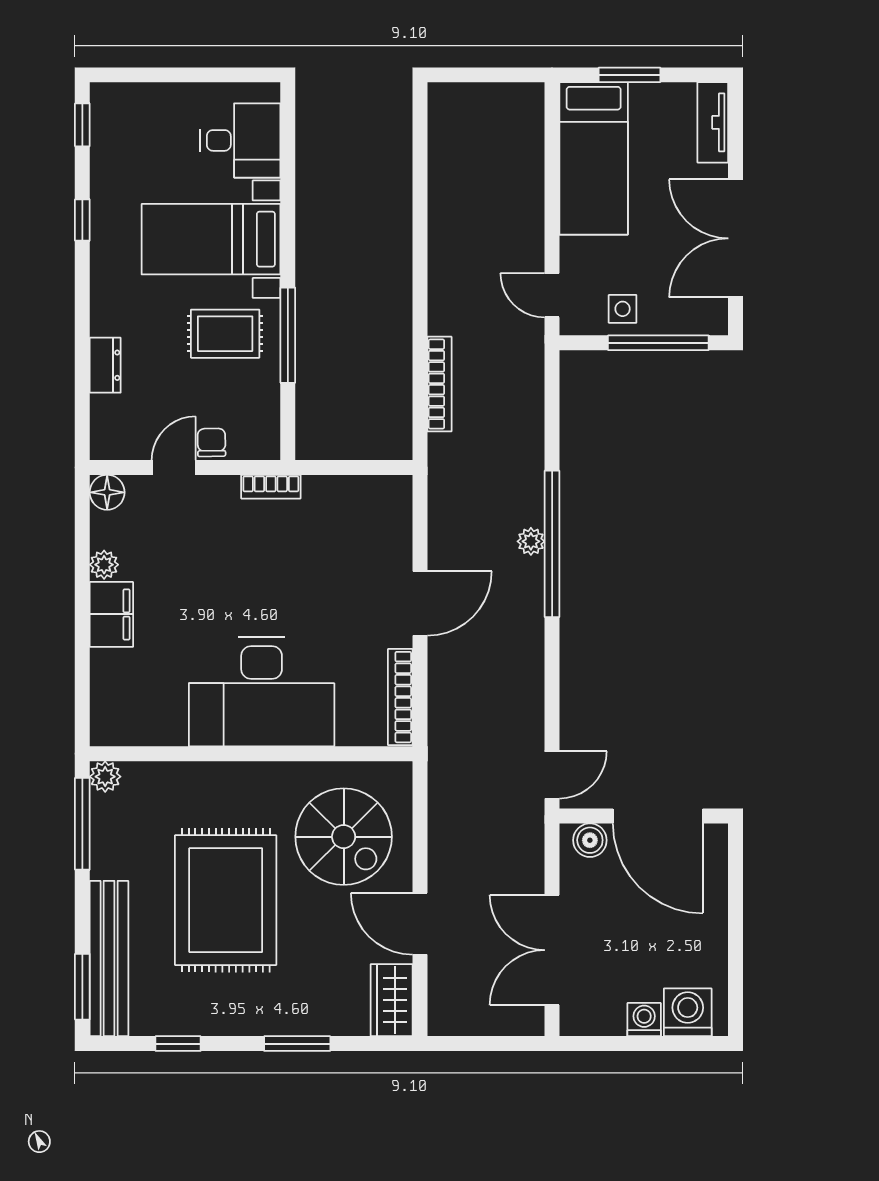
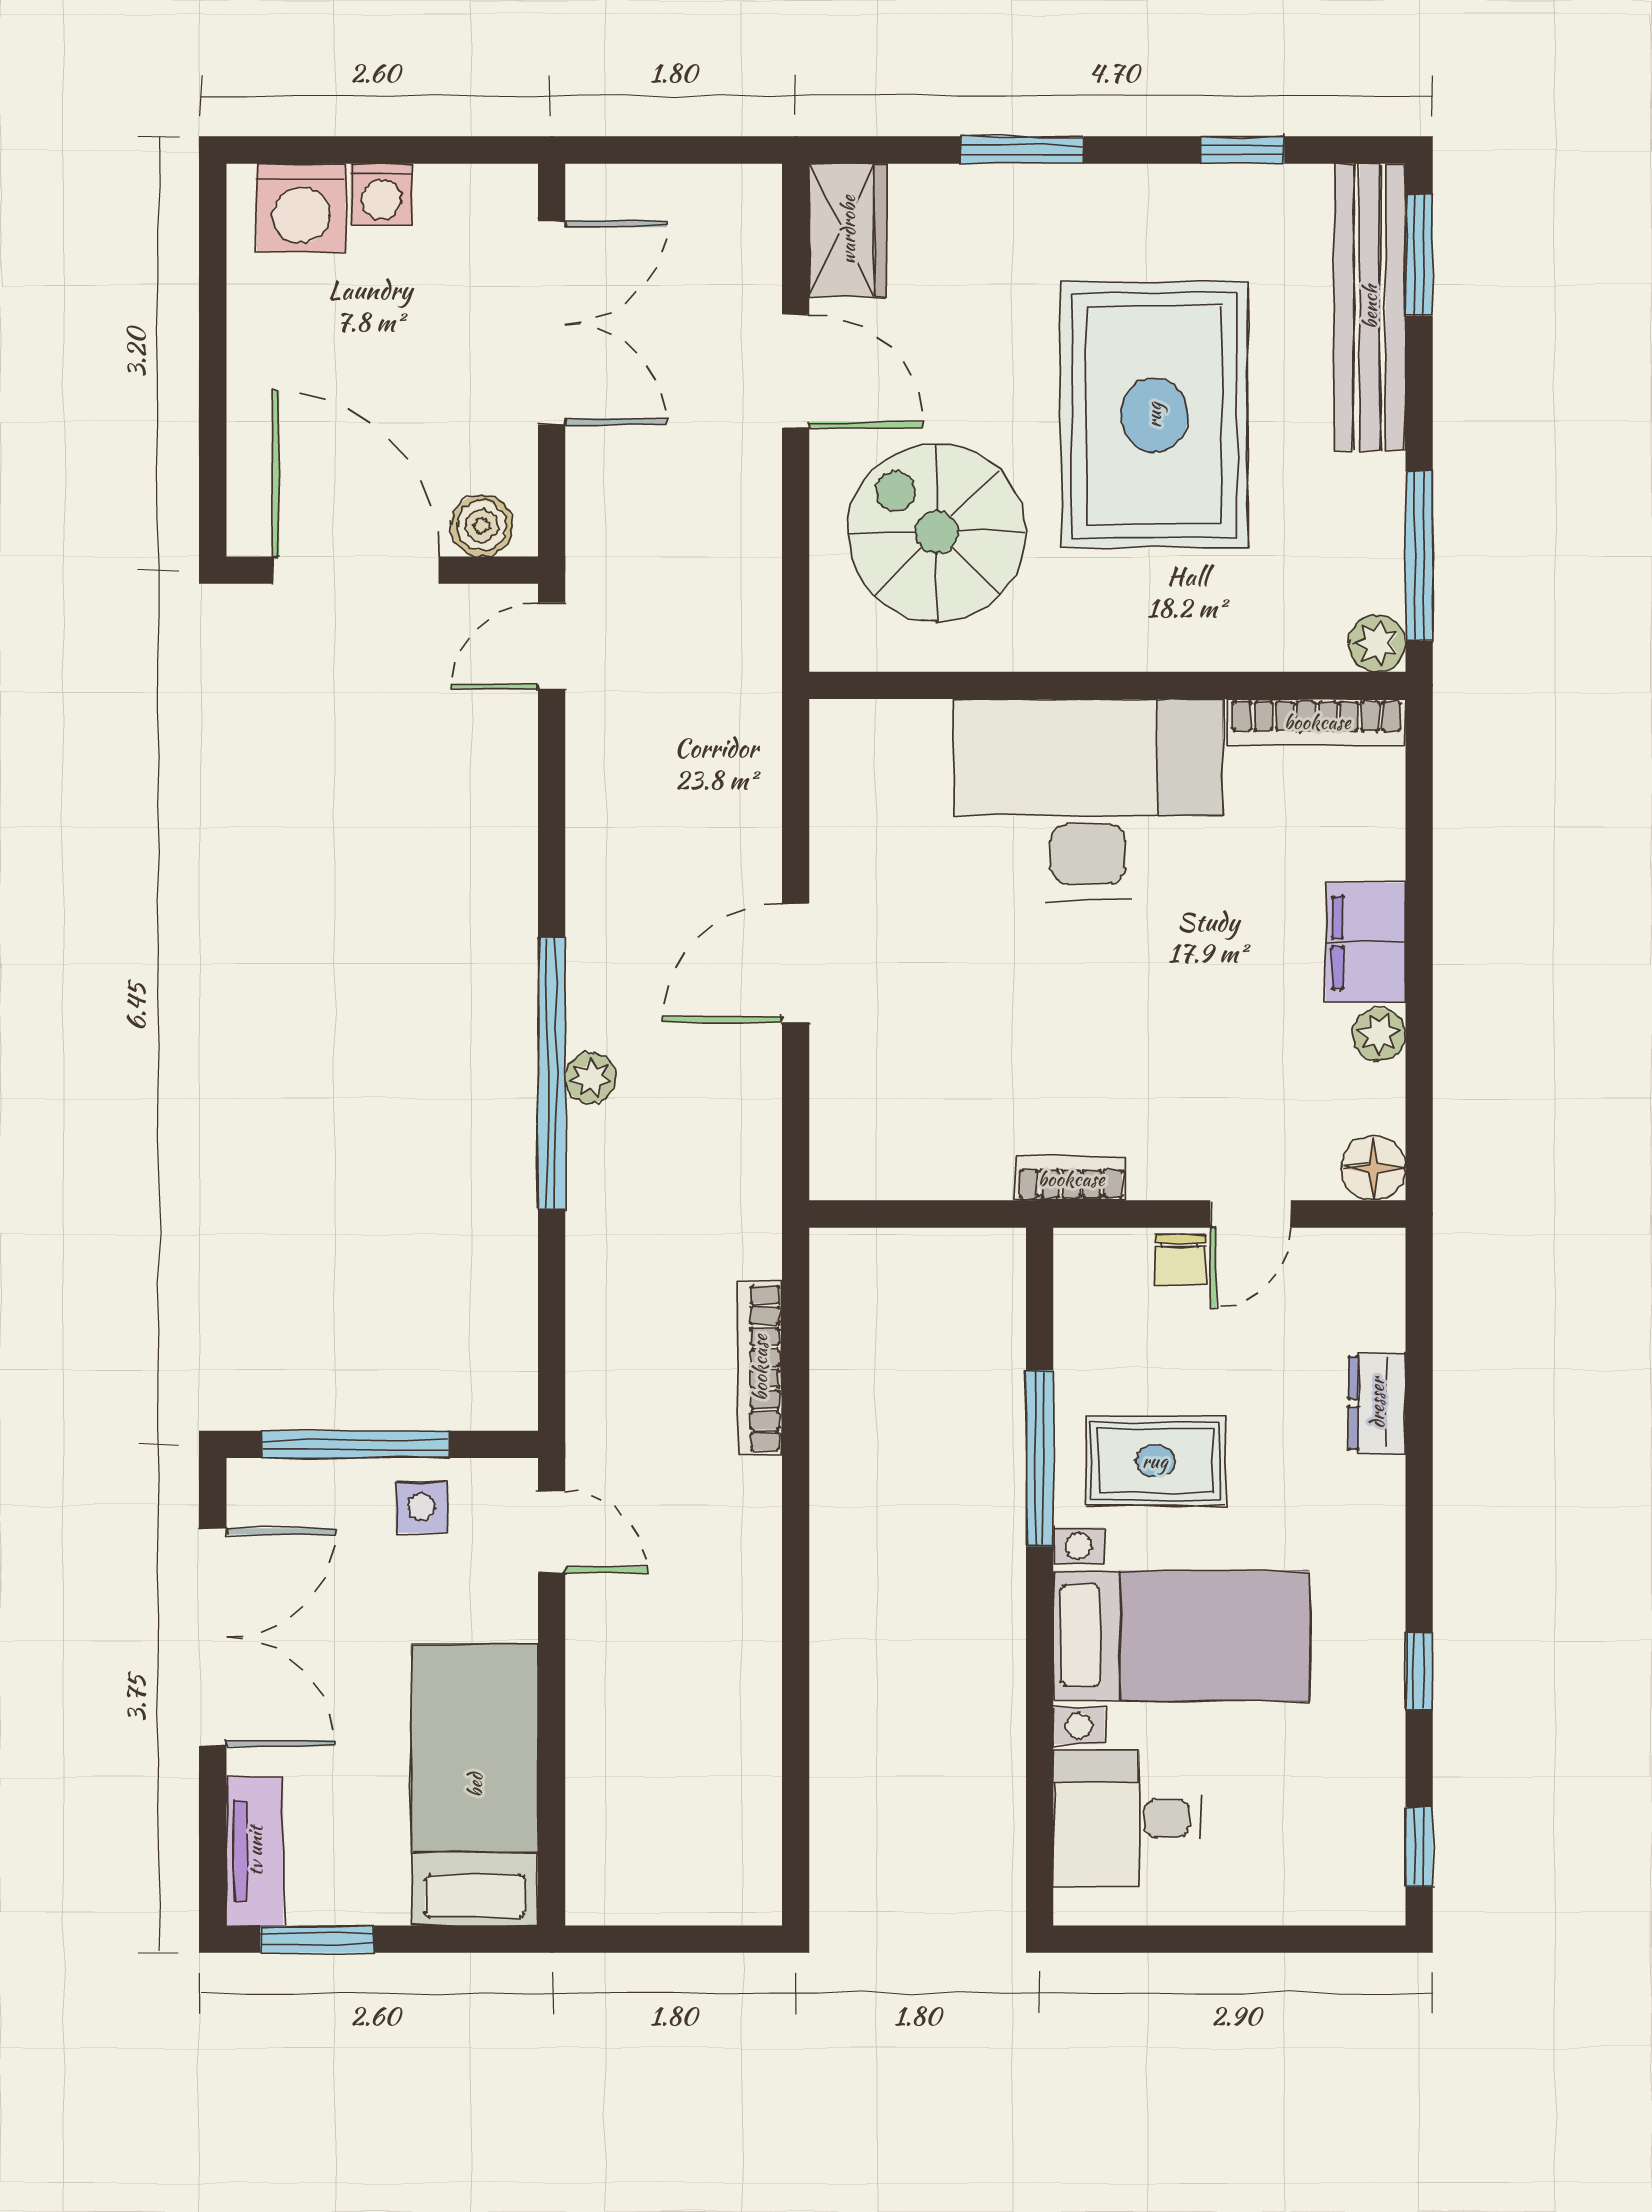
window: (629, 75) -> (317, 1939), moved
bookcase: (400, 697) -> (1317, 722), moved, turned 90

